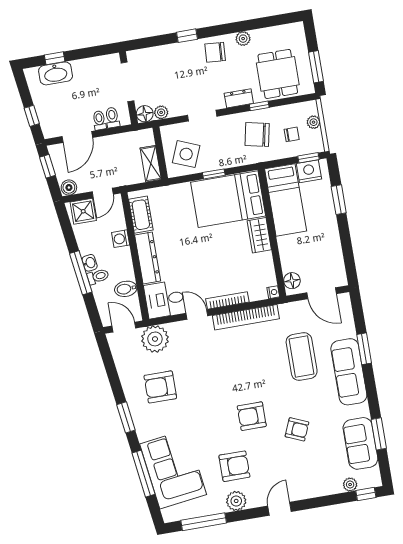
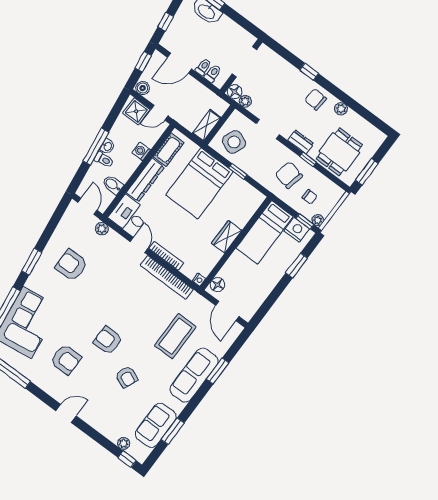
plant: (314, 122) -> (318, 220), moved
bed: (228, 199) -> (199, 183), moved, turned -90
plant: (155, 339) -> (102, 229), width x0.53, depth x0.53
plant: (236, 501) -> (45, 381), removed

